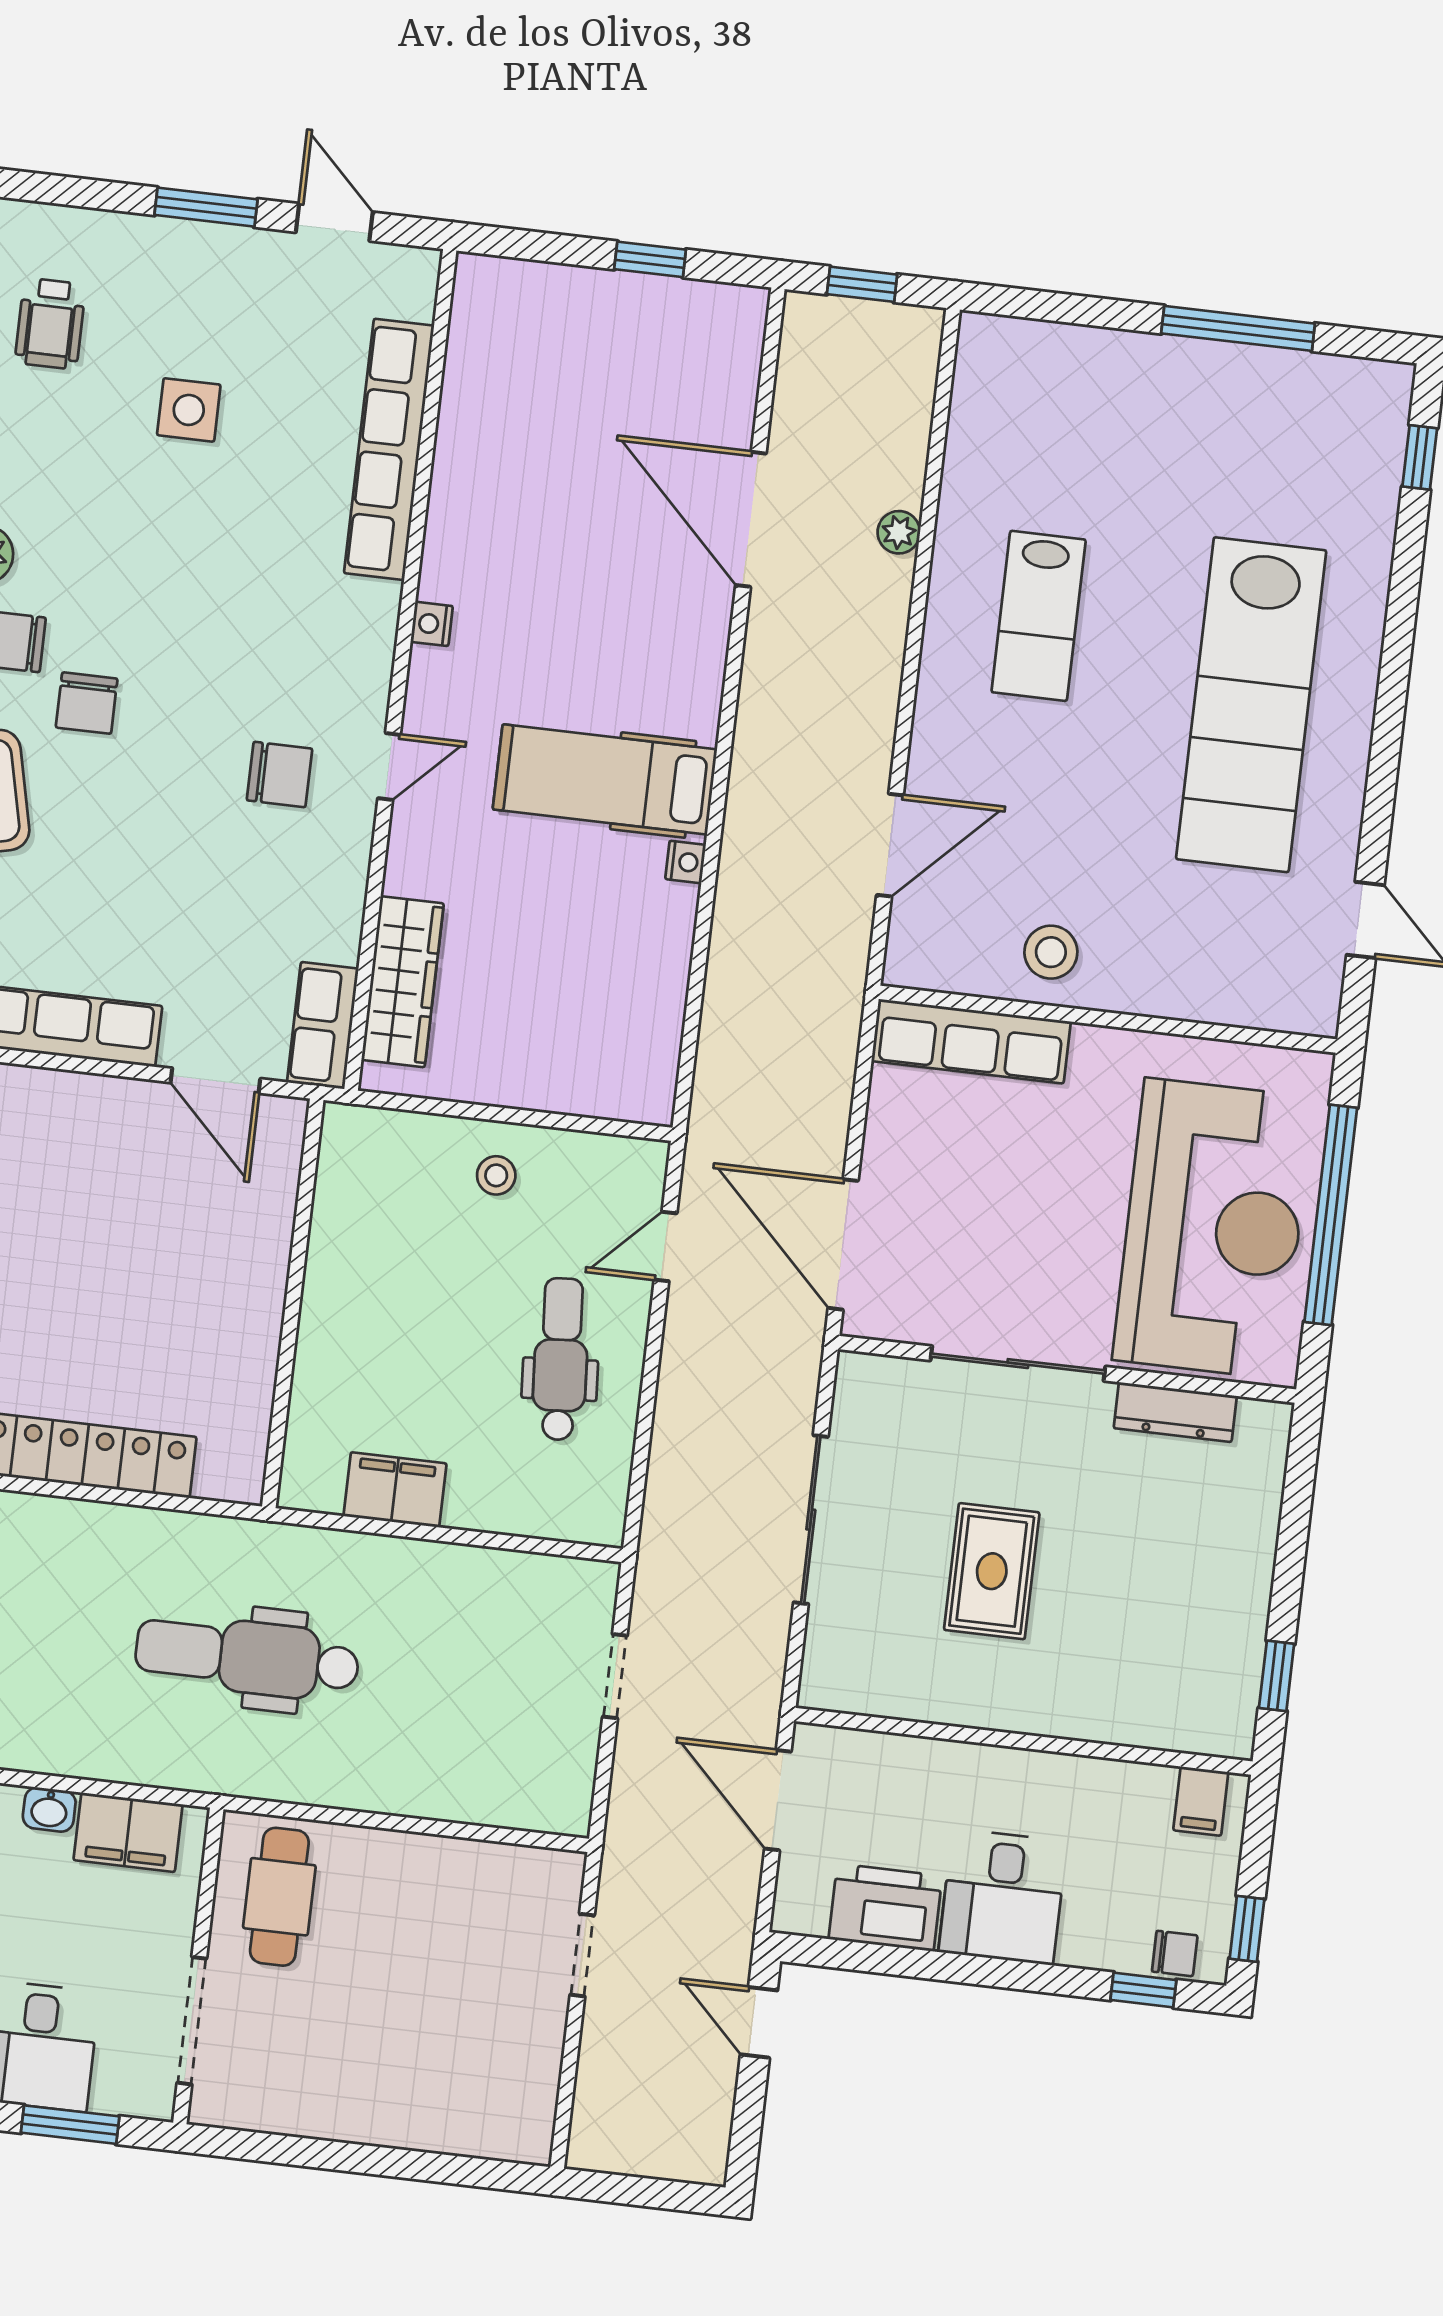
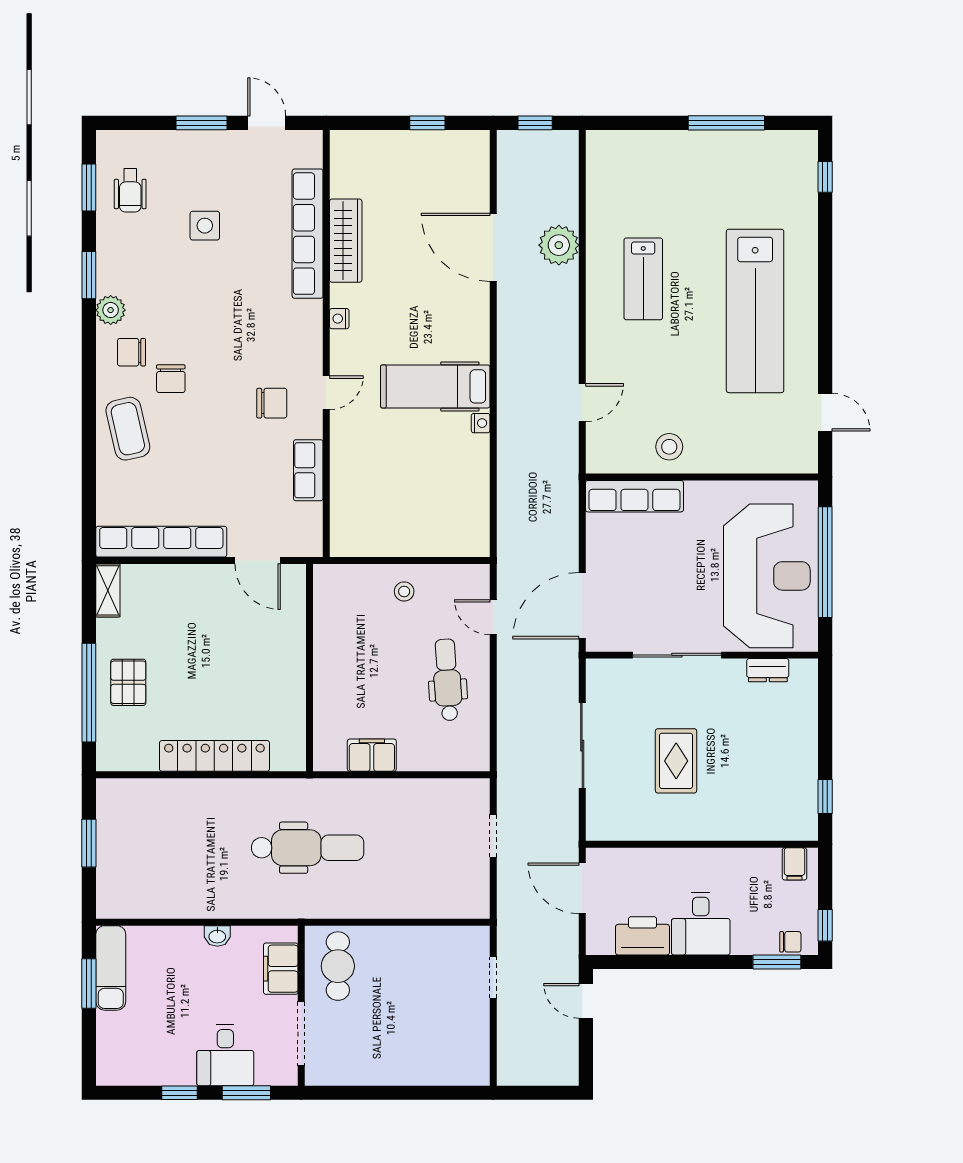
plant: (899, 532) -> (559, 245), width x1.88, depth x1.88
door: (890, 845) -> (582, 403), width x0.73
wardrobe: (403, 982) -> (346, 241), moved
row of seats: (323, 1025) -> (308, 470), moved
door: (843, 1244) -> (582, 606), hinge flipped
door: (665, 1246) -> (493, 617), hinge flipped
dresser: (1175, 1412) -> (768, 670), width x0.70
dental chair: (247, 1657) -> (308, 848), turned 180
filing cabinet: (128, 1832) -> (281, 969), moved, turned 90
window: (1143, 1990) -> (777, 962), width x1.50

